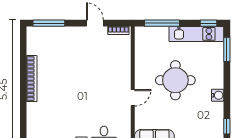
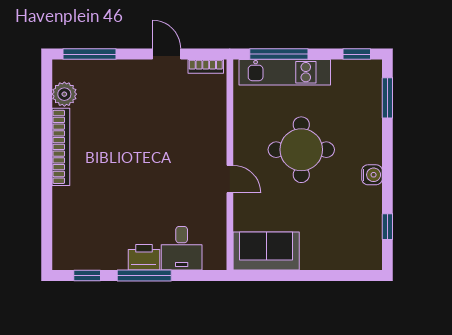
kitchen unit: (196, 34) -> (285, 72), moved
plant: (34, 47) -> (64, 94), added
door: (133, 98) -> (230, 179), hinge flipped

